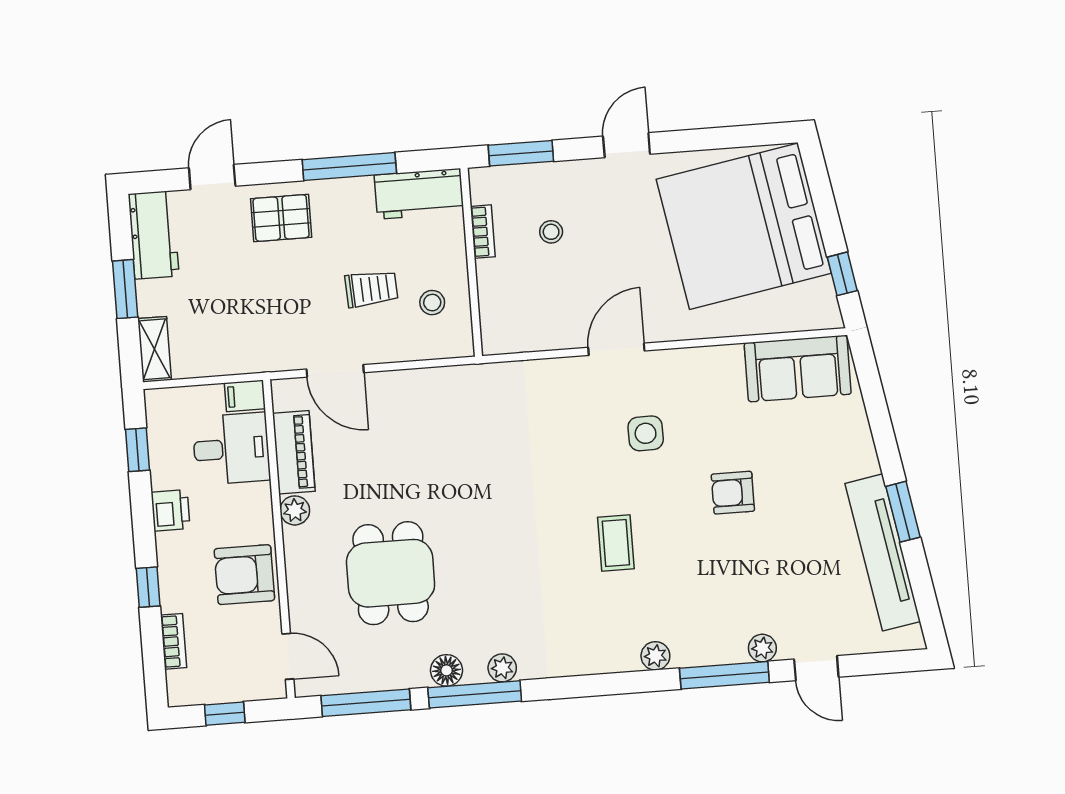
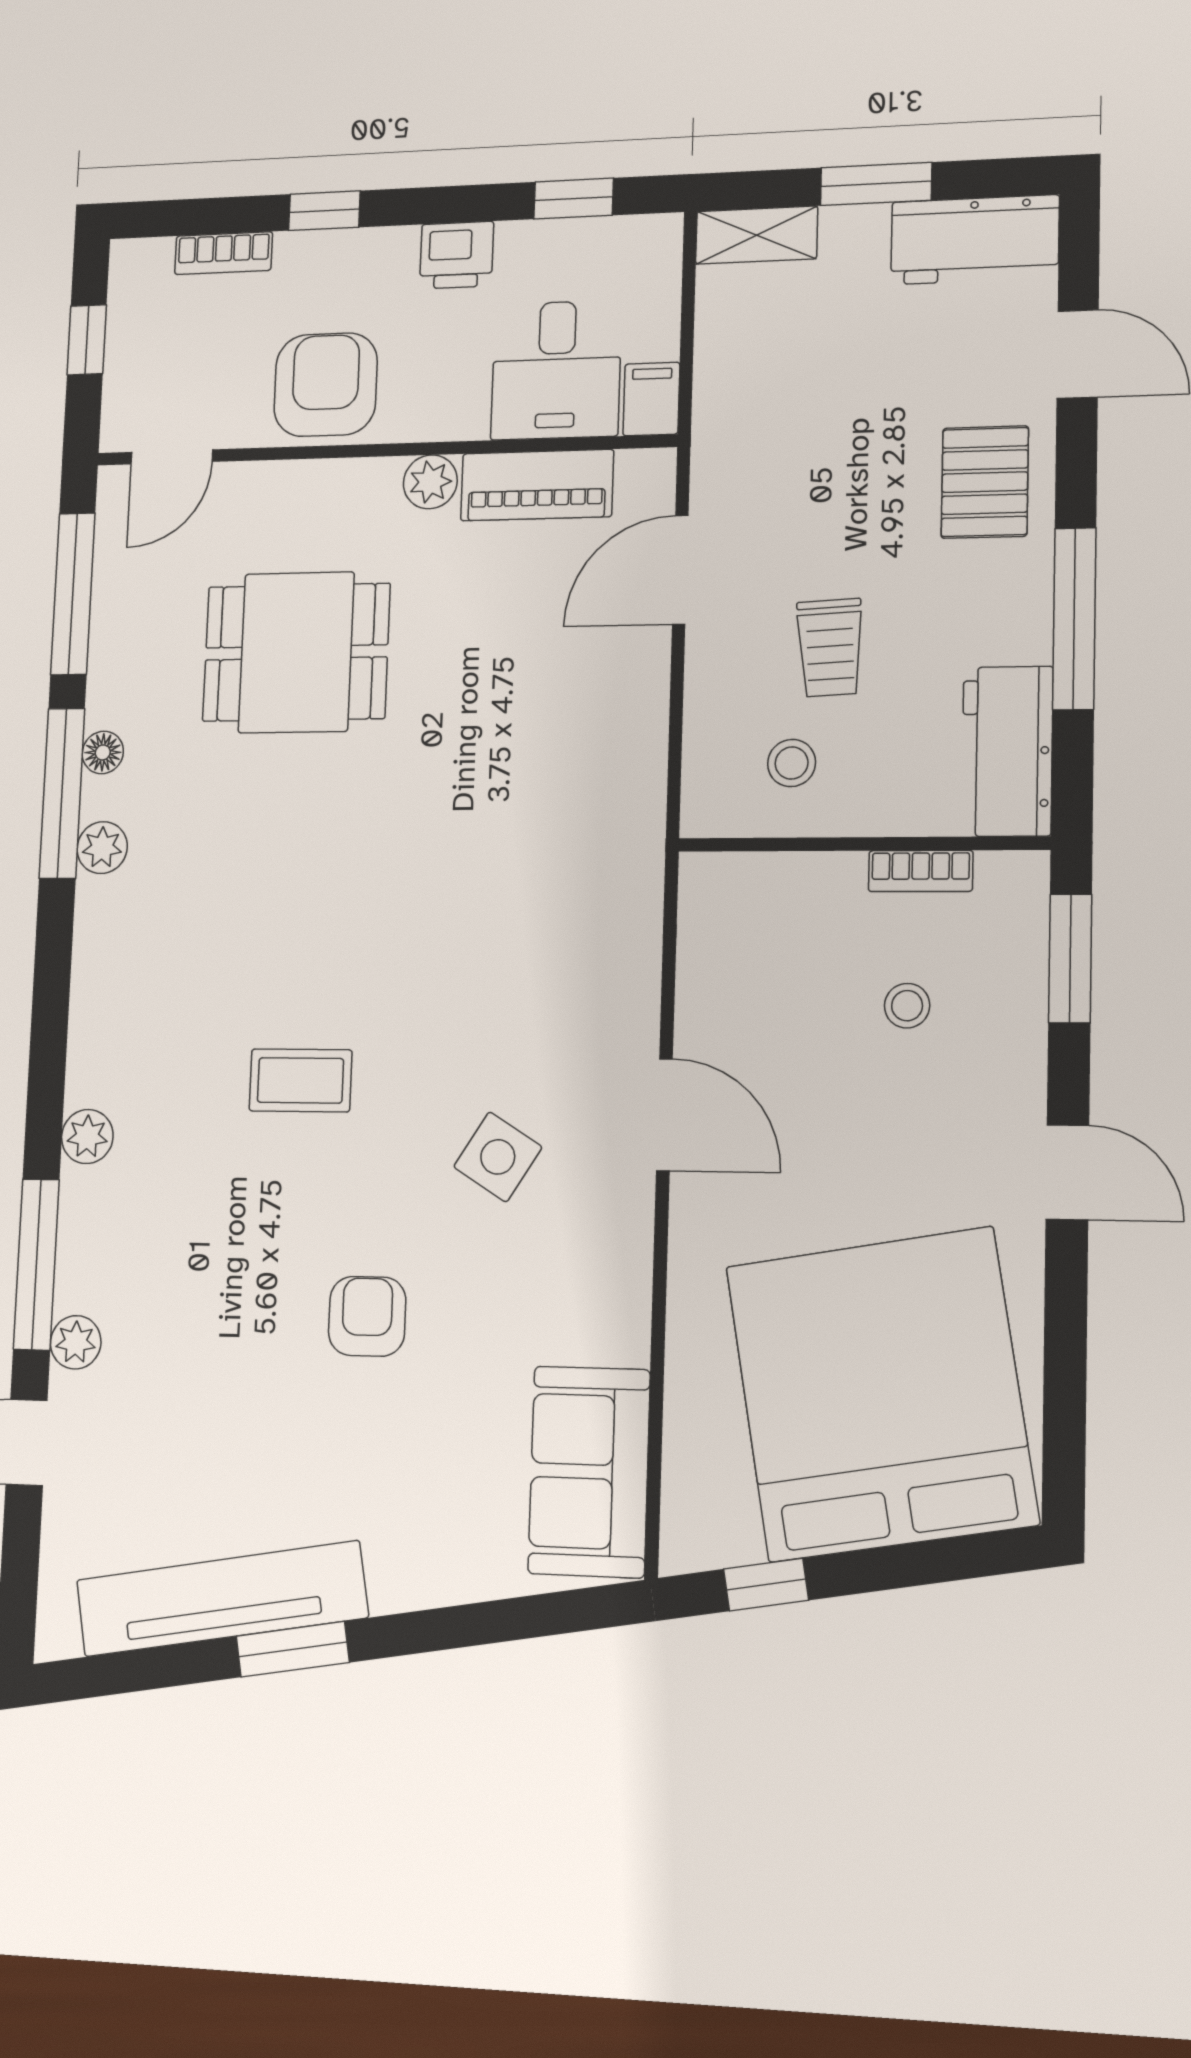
side table: (646, 433) -> (498, 1157), turned 33
floor lamp: (447, 670) -> (103, 752), width x0.73, depth x0.73

